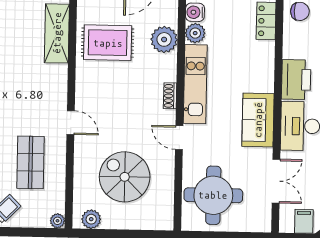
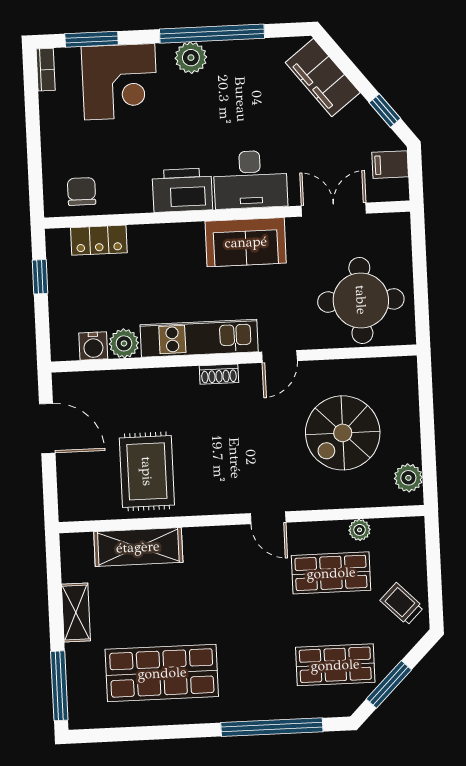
plant: (164, 39) -> (136, 389), removed
door: (71, 123) -> (268, 518), swing flipped
plant: (57, 221) -> (360, 530), moved

